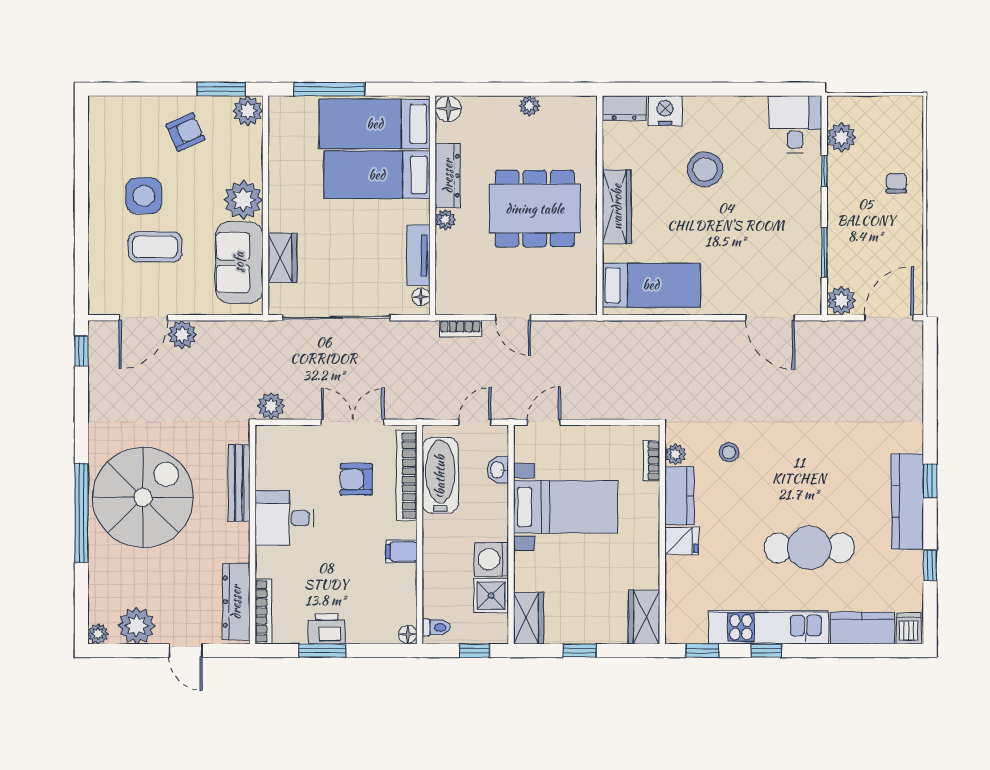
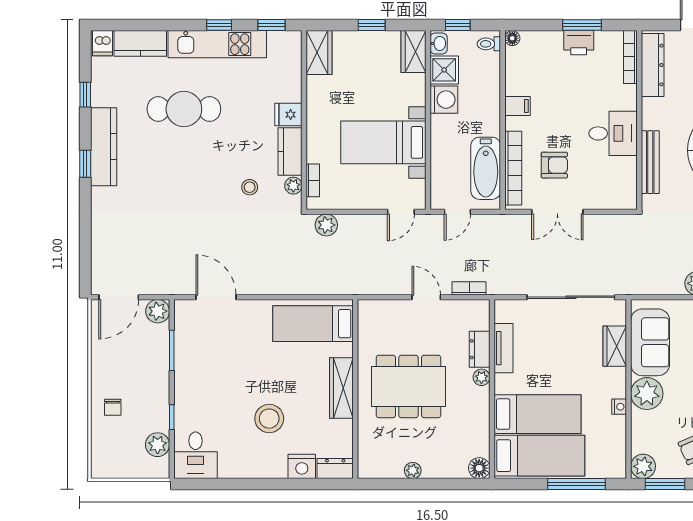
dresser: (448, 176) -> (480, 349), moved, width x0.70
nightstand: (277, 184) -> (619, 407), added
floor lamp: (421, 297) -> (501, 314), removed
plant: (271, 406) -> (326, 225), moved
washbasin: (498, 470) -> (439, 43), moved

